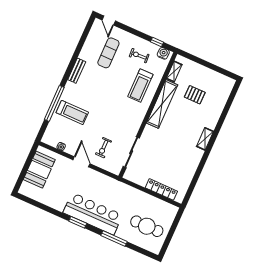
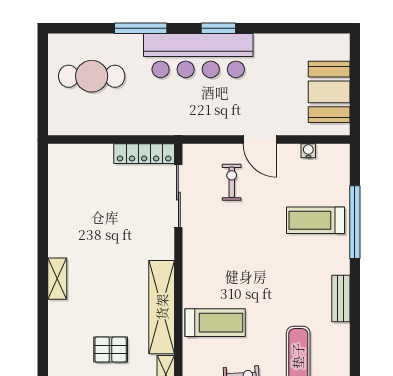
treadmill: (140, 86) -> (215, 323), turned 90
locker: (161, 189) -> (144, 154), moved

